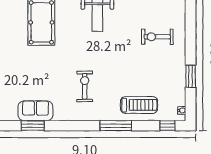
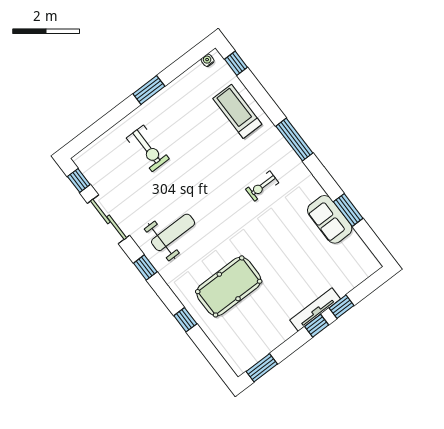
window: (191, 76) -> (149, 90), moved
exercise bike: (85, 86) -> (262, 186), width x0.73, depth x0.72
window: (116, 126) -> (294, 140), moved

